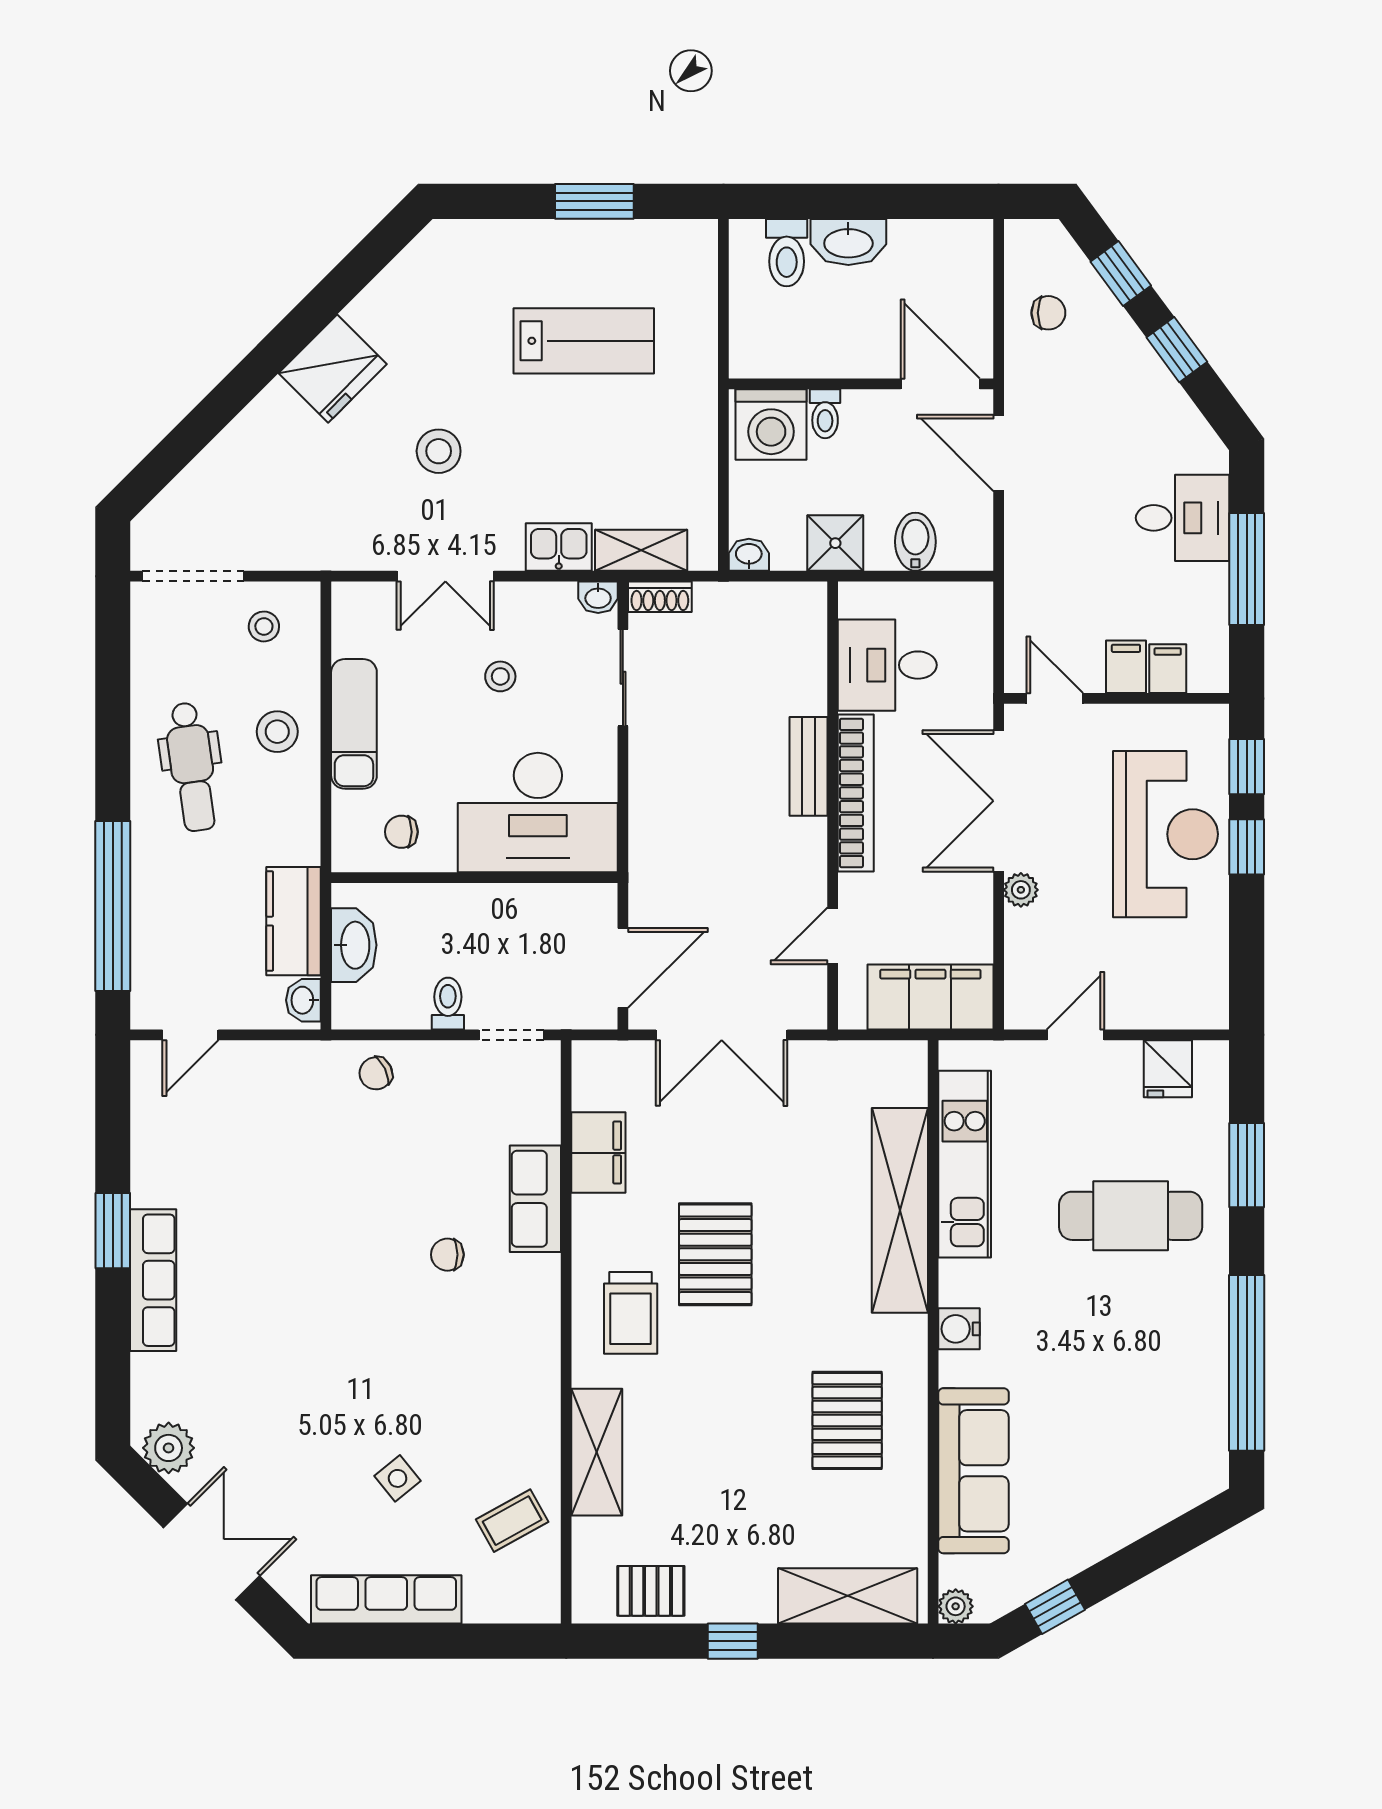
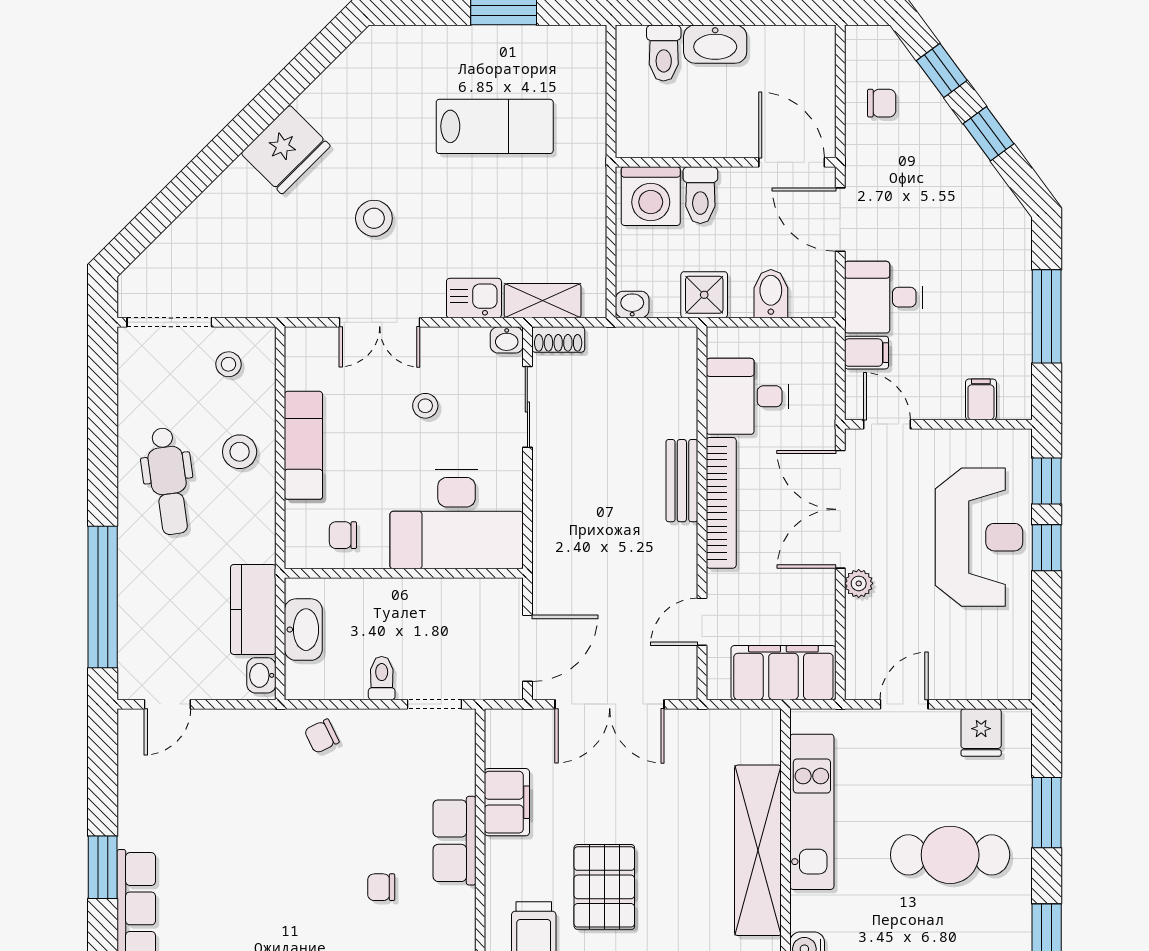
toilet: (825, 414) -> (700, 195), width x1.37, depth x1.39
desk: (1183, 518) -> (883, 297), moved, turned 180
filing cabinet: (1126, 667) -> (867, 353), moved, turned 90

